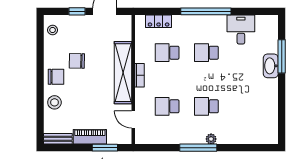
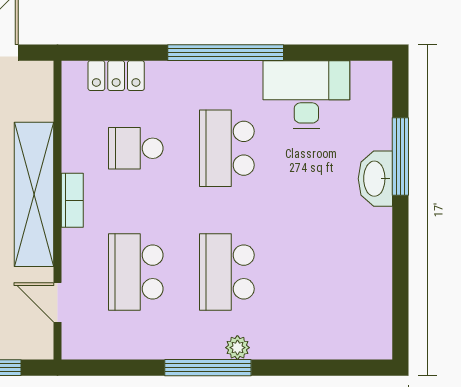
desk: (241, 29) -> (306, 95), width x1.37
school desk: (206, 53) -> (227, 148), width x1.85
school desk: (167, 106) -> (136, 272), width x1.85
school desk: (206, 106) -> (227, 272), width x1.85

